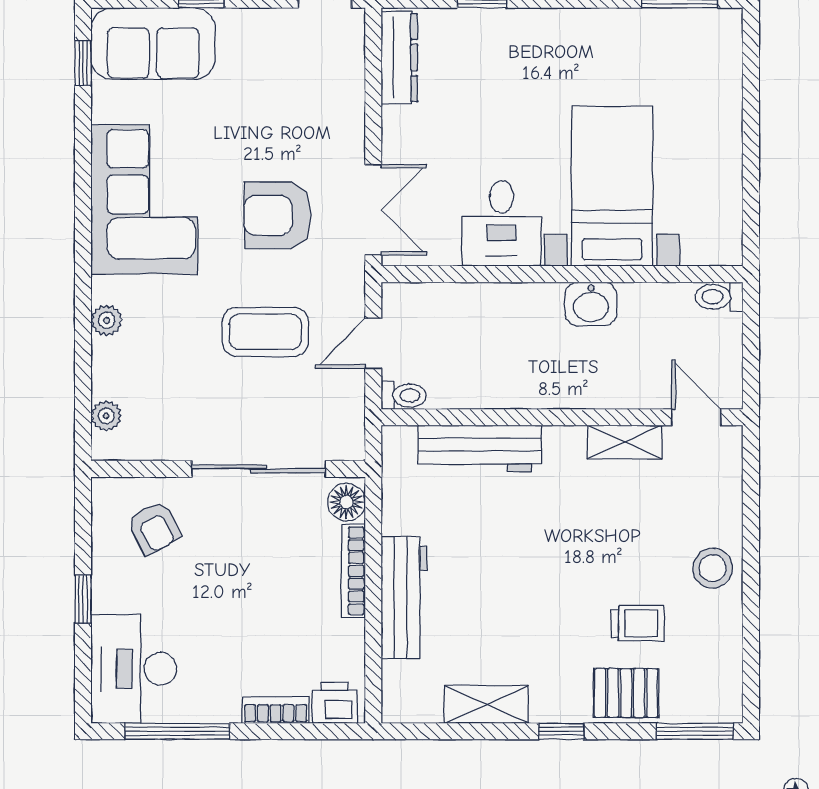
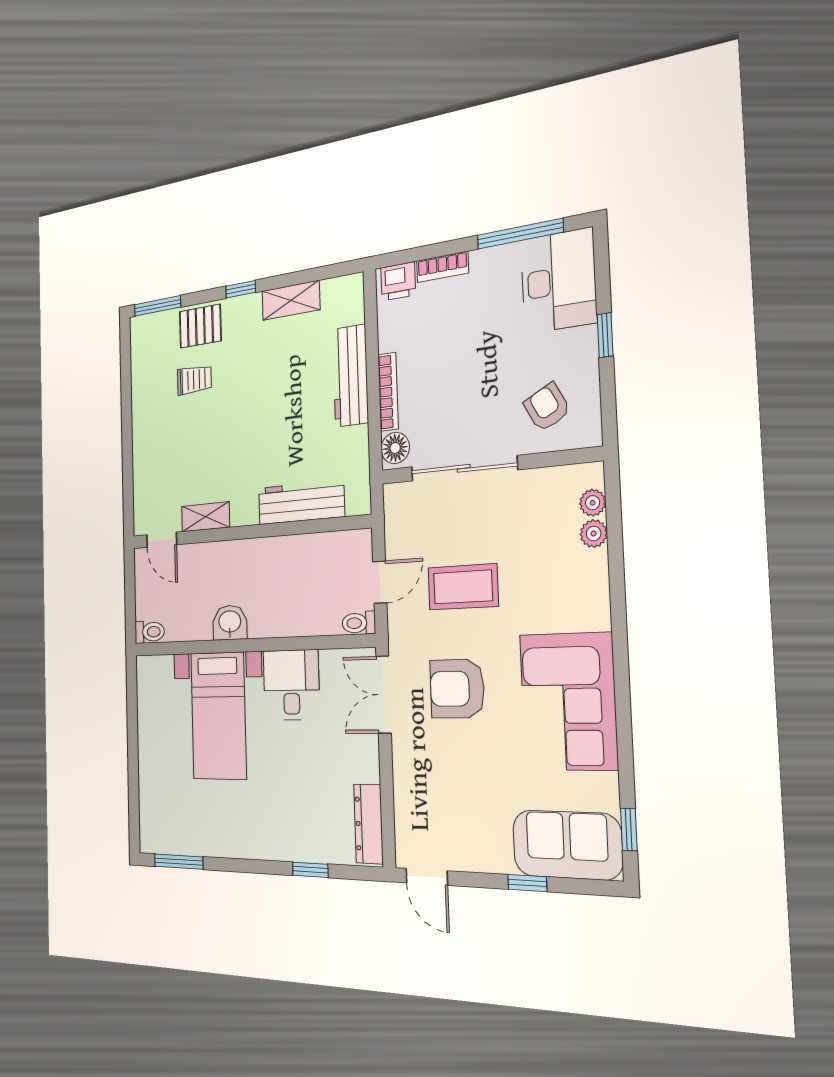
armchair: (277, 215) -> (457, 689), turned 180
plant: (107, 320) -> (594, 534), moved
toilet: (404, 395) -> (359, 623), moved
stool: (713, 568) -> (149, 428), removed
trolley: (638, 623) -> (194, 380), turned 180

